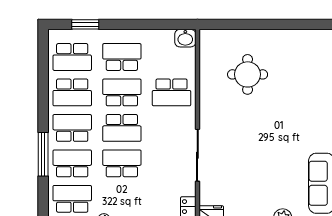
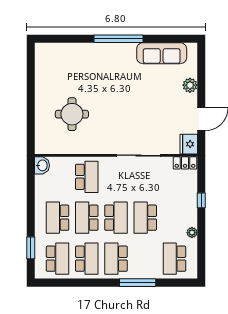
school desk: (72, 163) -> (145, 259), removed

